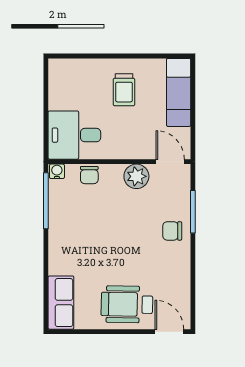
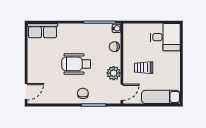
trolley: (124, 90) -> (144, 68), moved
desk: (74, 135) -> (165, 37), moved, turned 90
wheelchair: (127, 304) -> (76, 64), moved, turned -91

